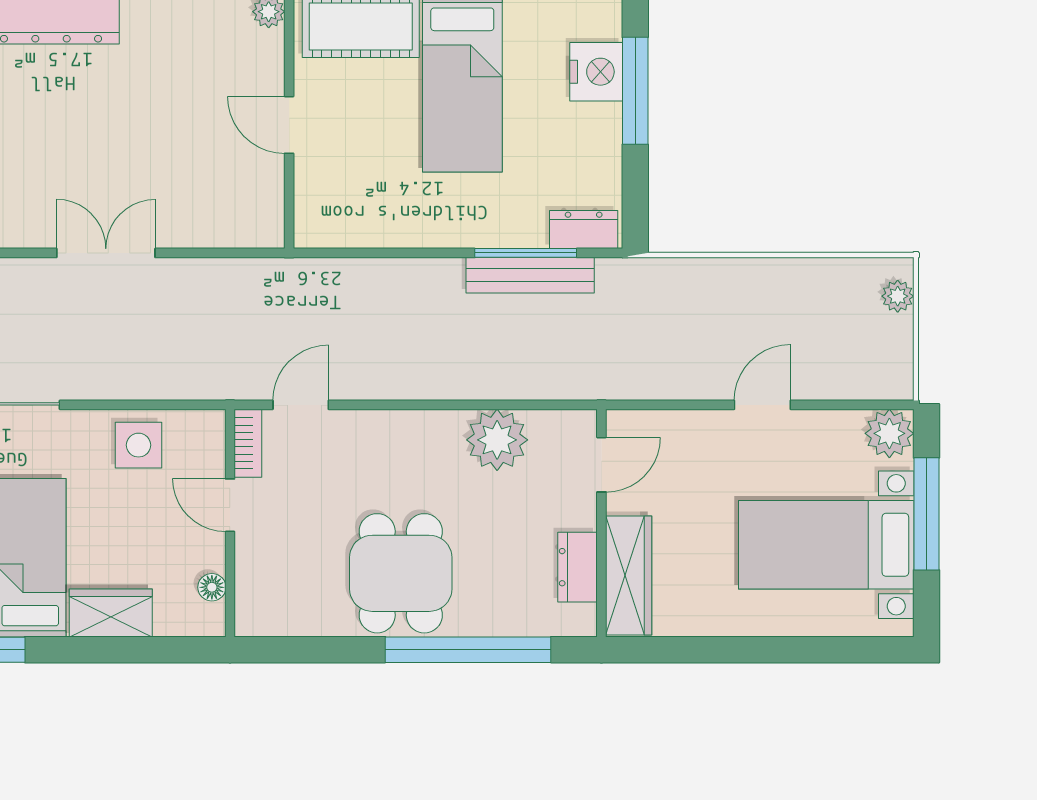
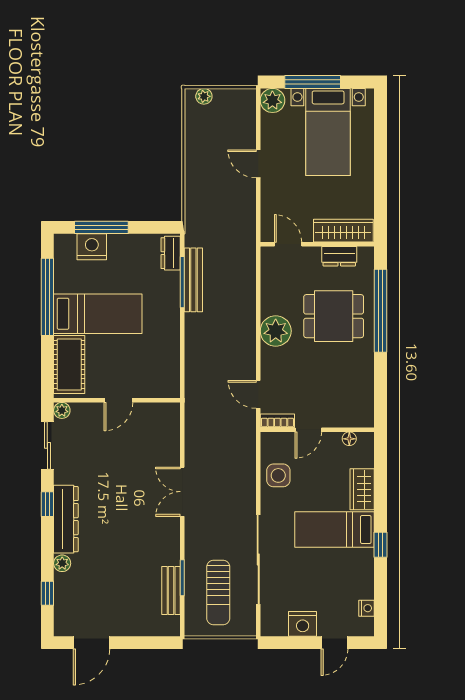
plant: (497, 440) -> (276, 331), moved
dining table: (401, 573) -> (334, 316), moved

